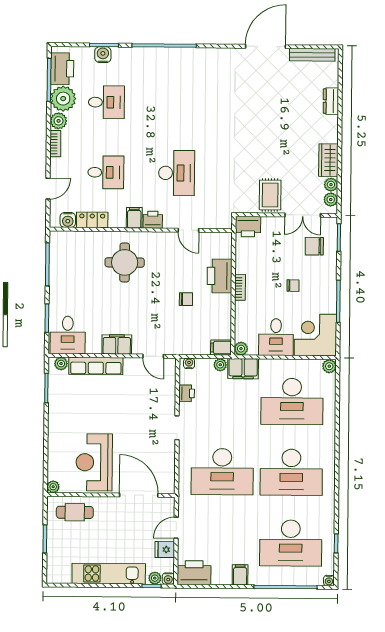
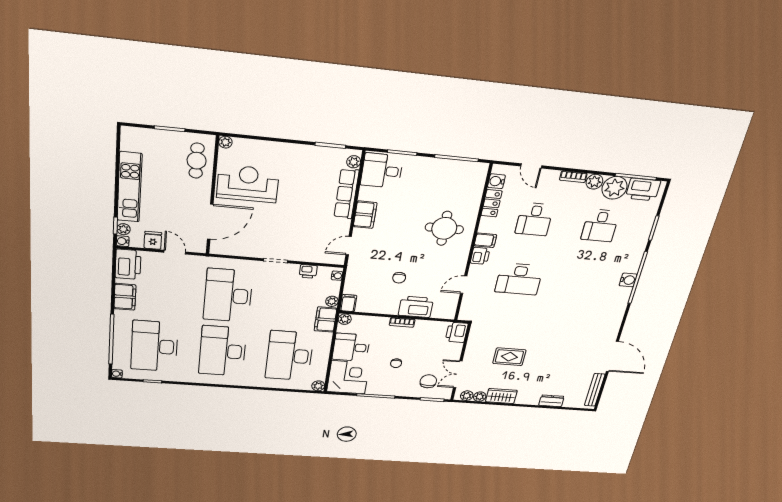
water cooler: (103, 55) -> (628, 280), moved
rug: (270, 195) -> (509, 357), moved
filing cabinet: (240, 575) -> (125, 297), width x2.00

